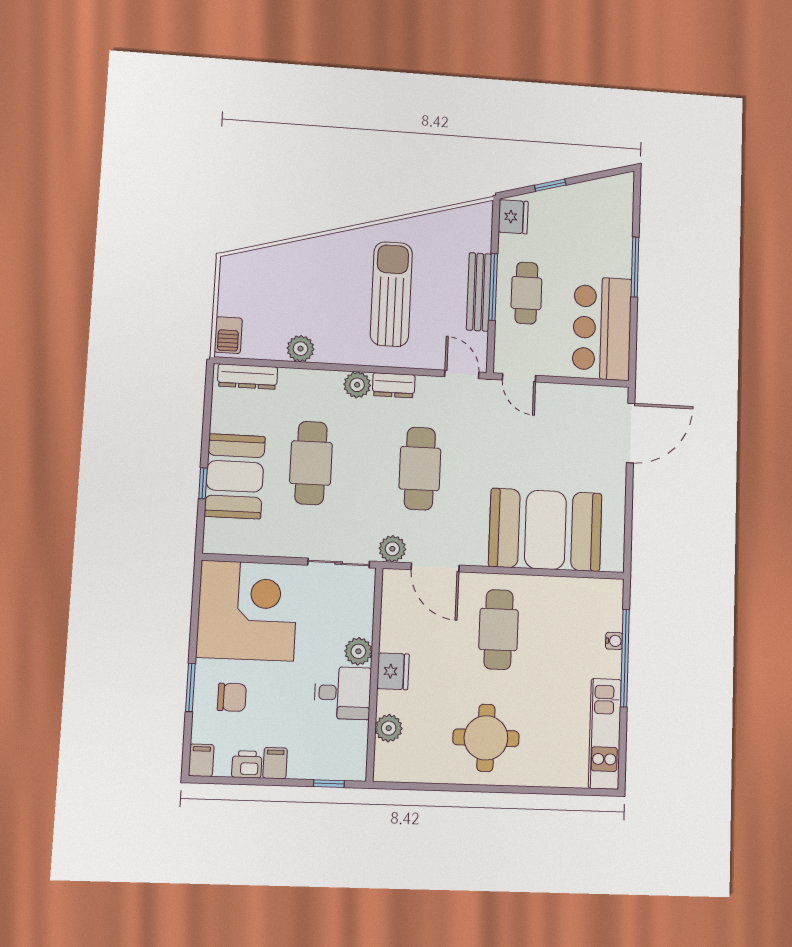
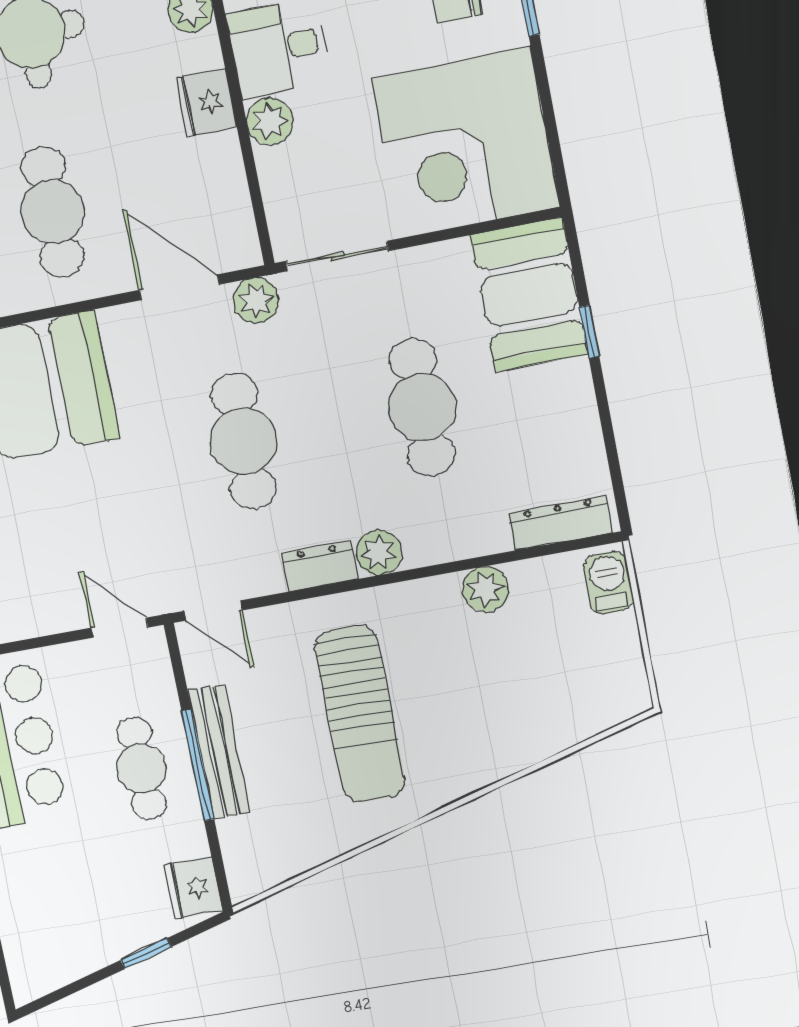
booth: (235, 476) -> (529, 295), moved

